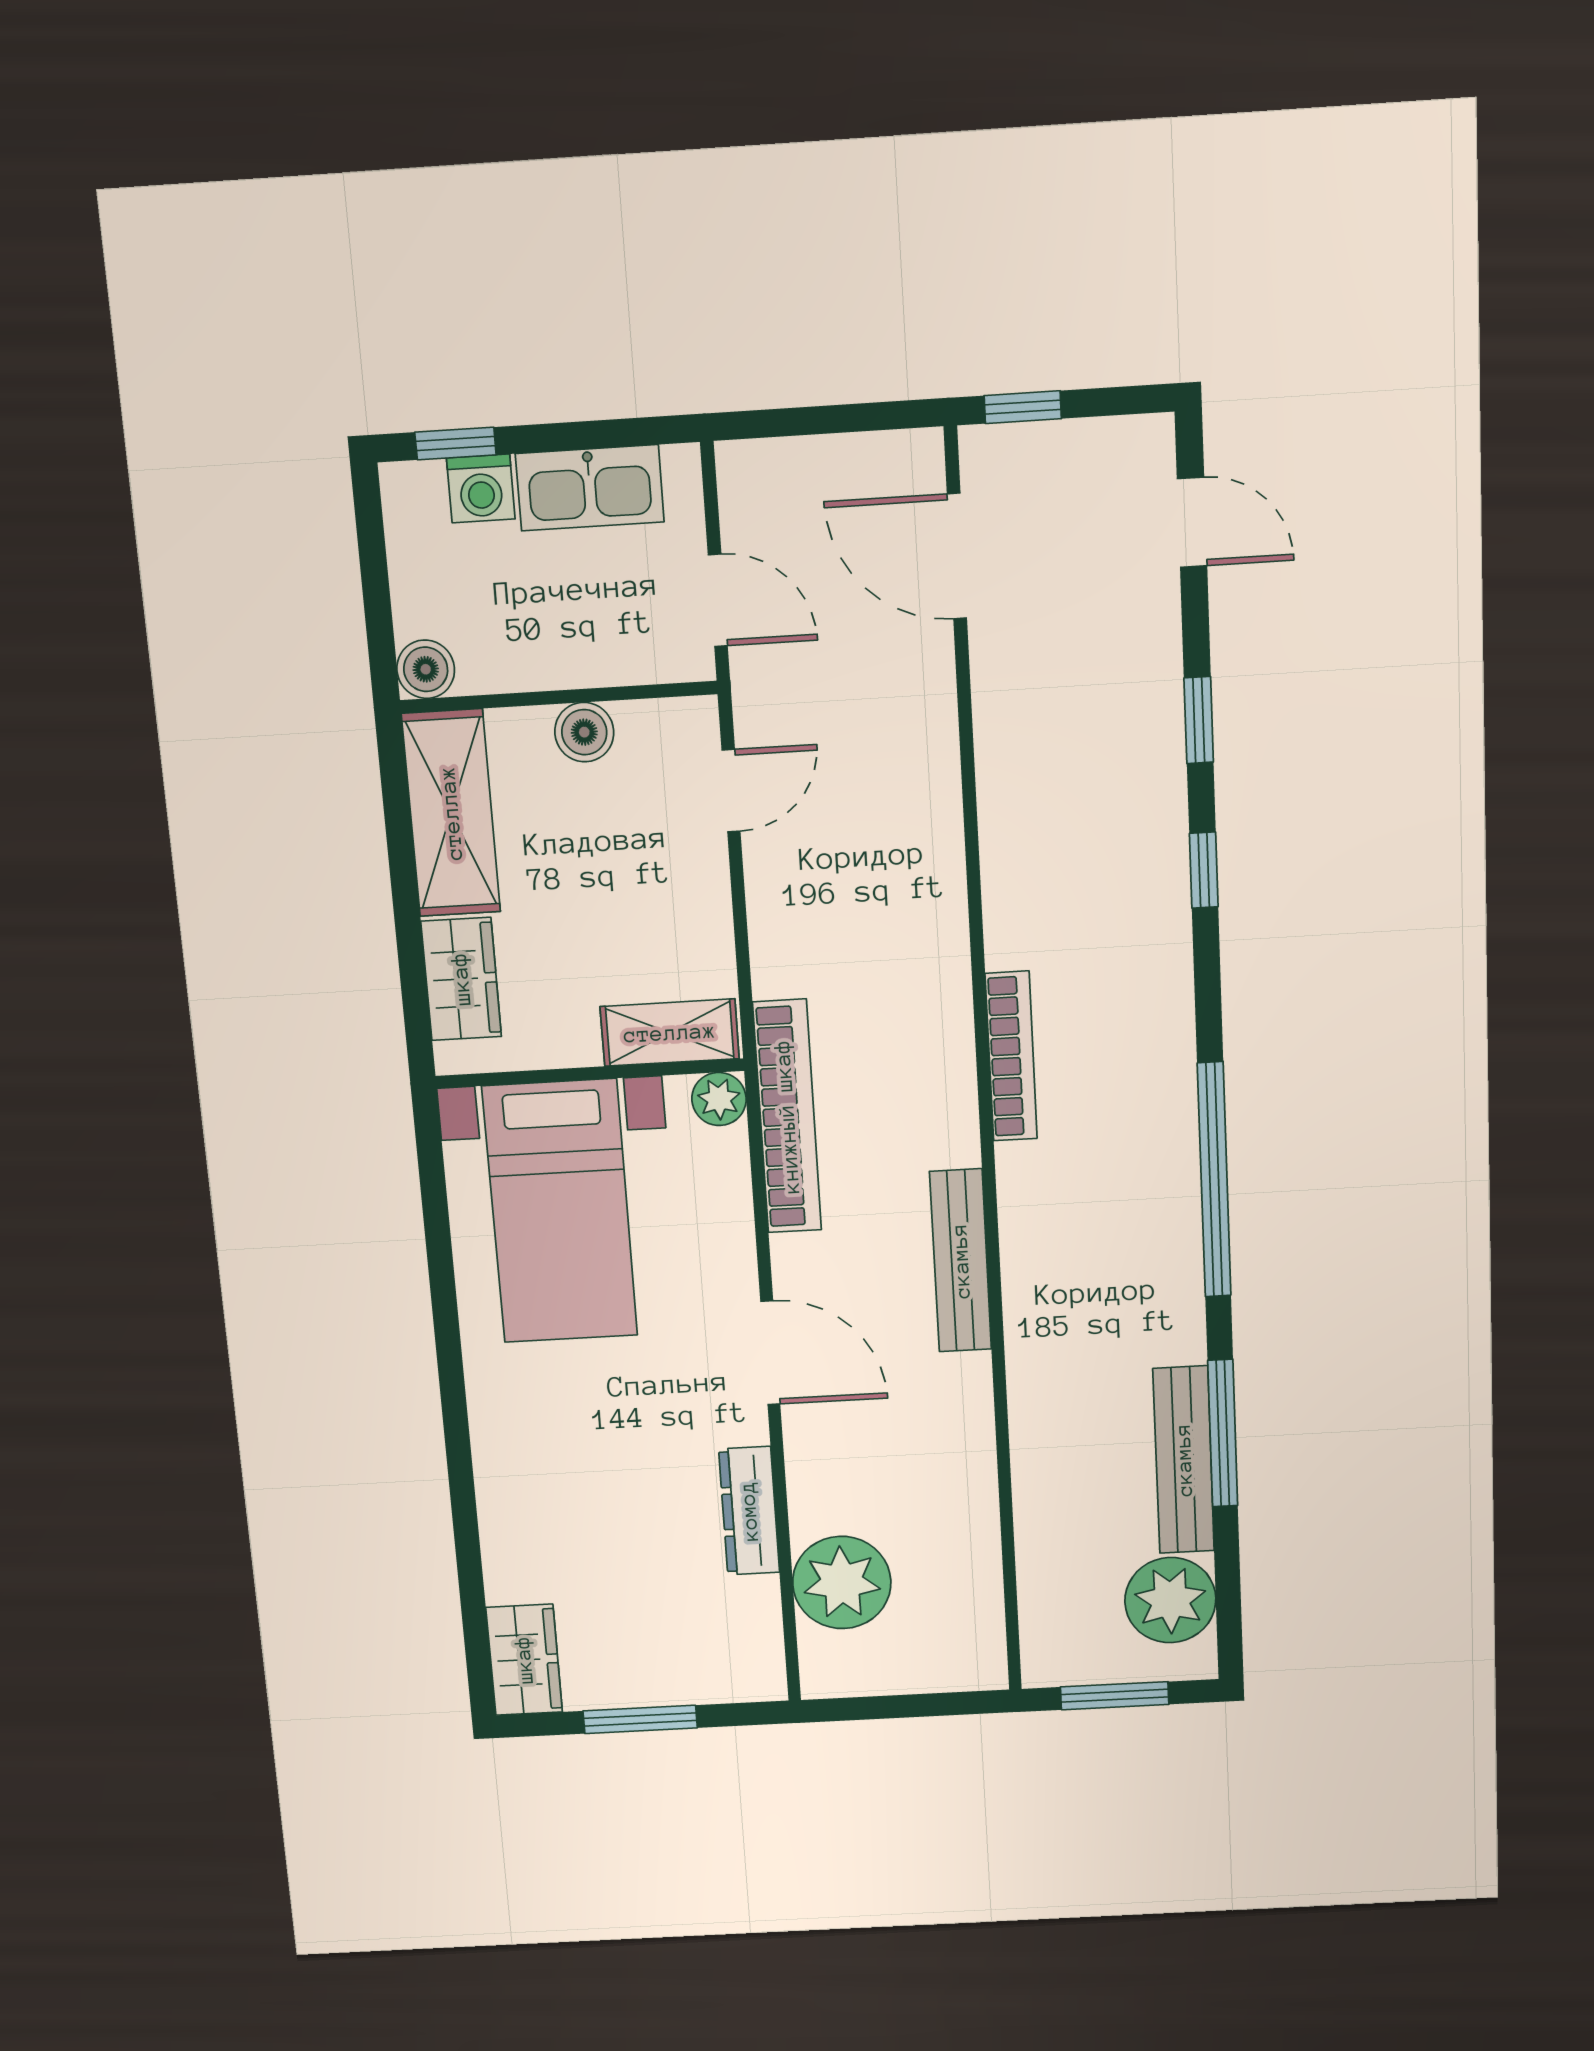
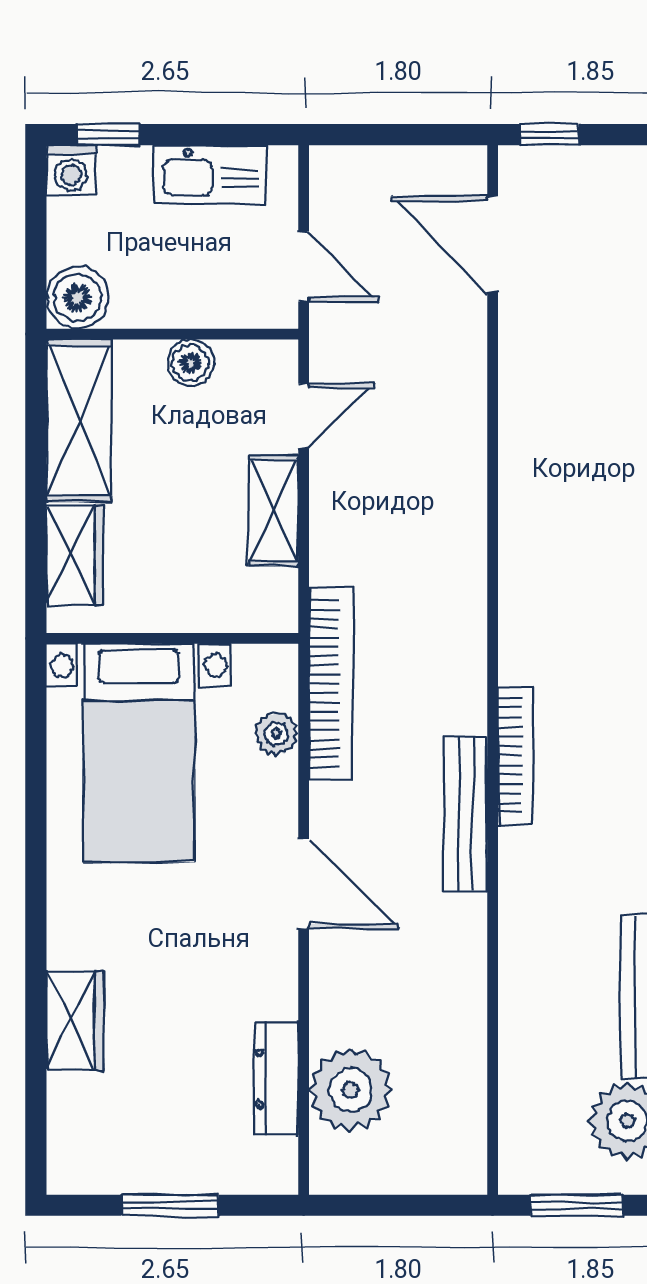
washing machine: (481, 489) -> (71, 170), moved
boiler: (426, 669) -> (78, 298), width x1.36, depth x1.36
shelving: (670, 1033) -> (274, 511), moved, turned 90
bookcase: (1011, 1056) -> (516, 756), moved
plant: (719, 1099) -> (276, 734), moved
dresser: (749, 1511) -> (276, 1079), moved
wardrobe: (524, 1660) -> (75, 1020), moved

